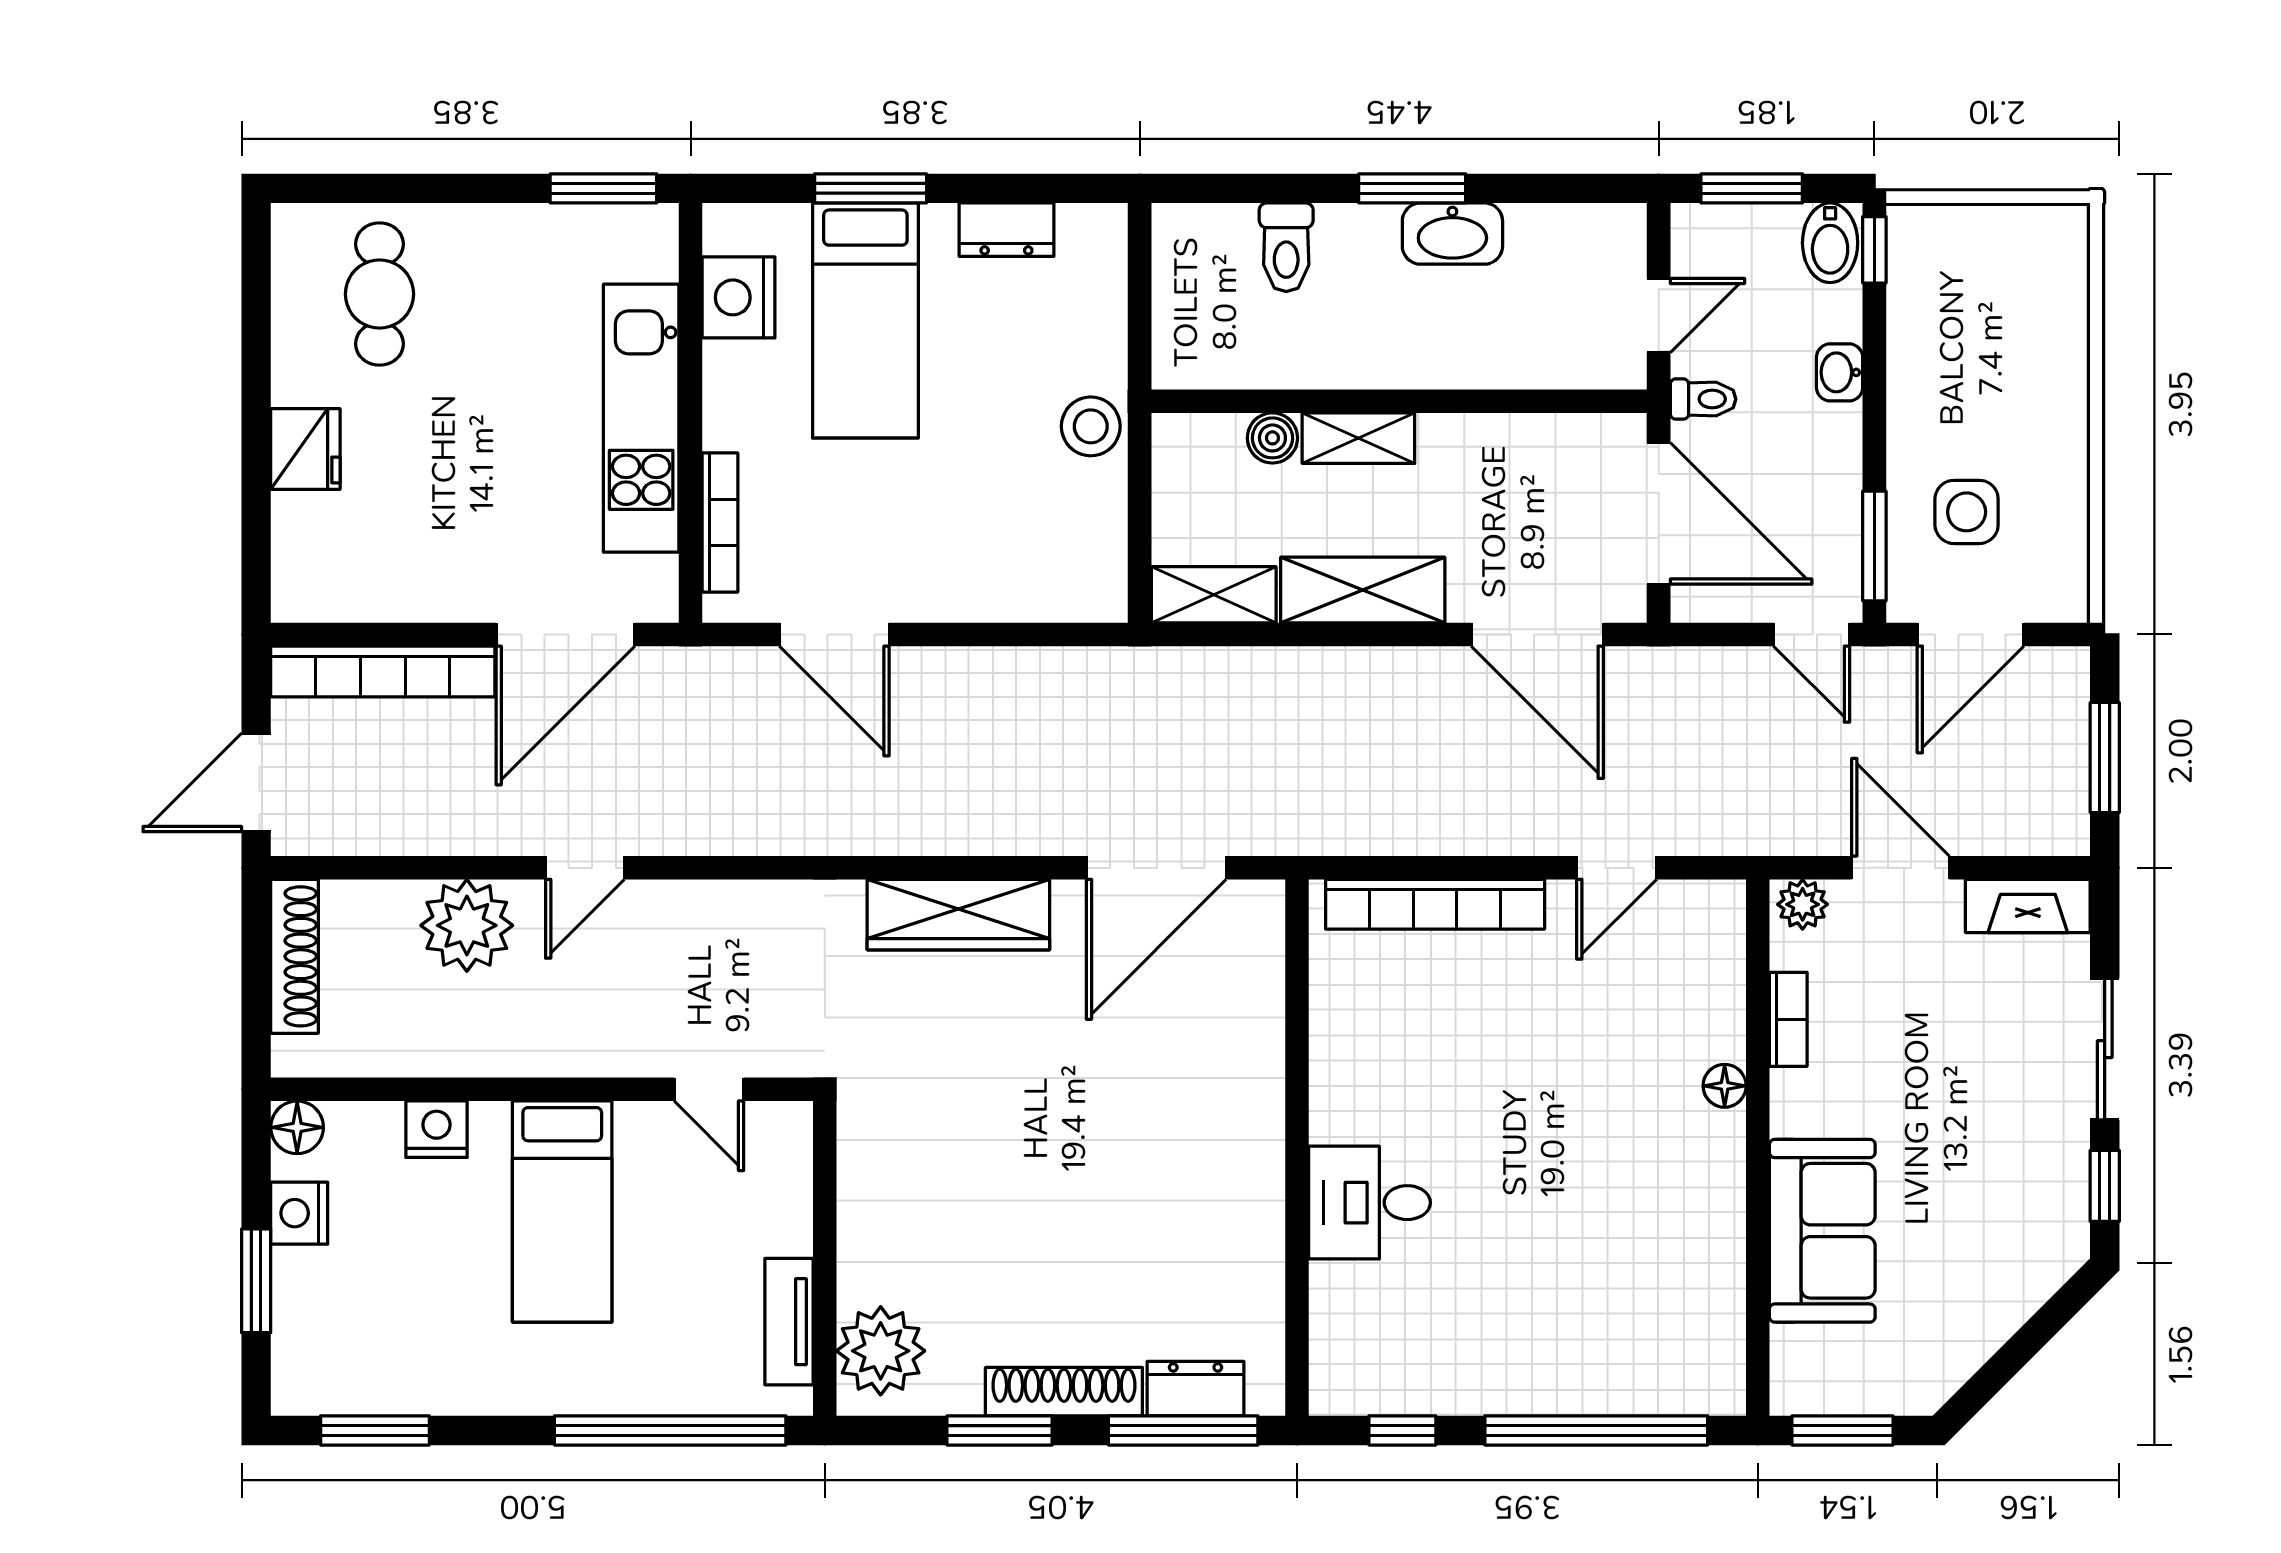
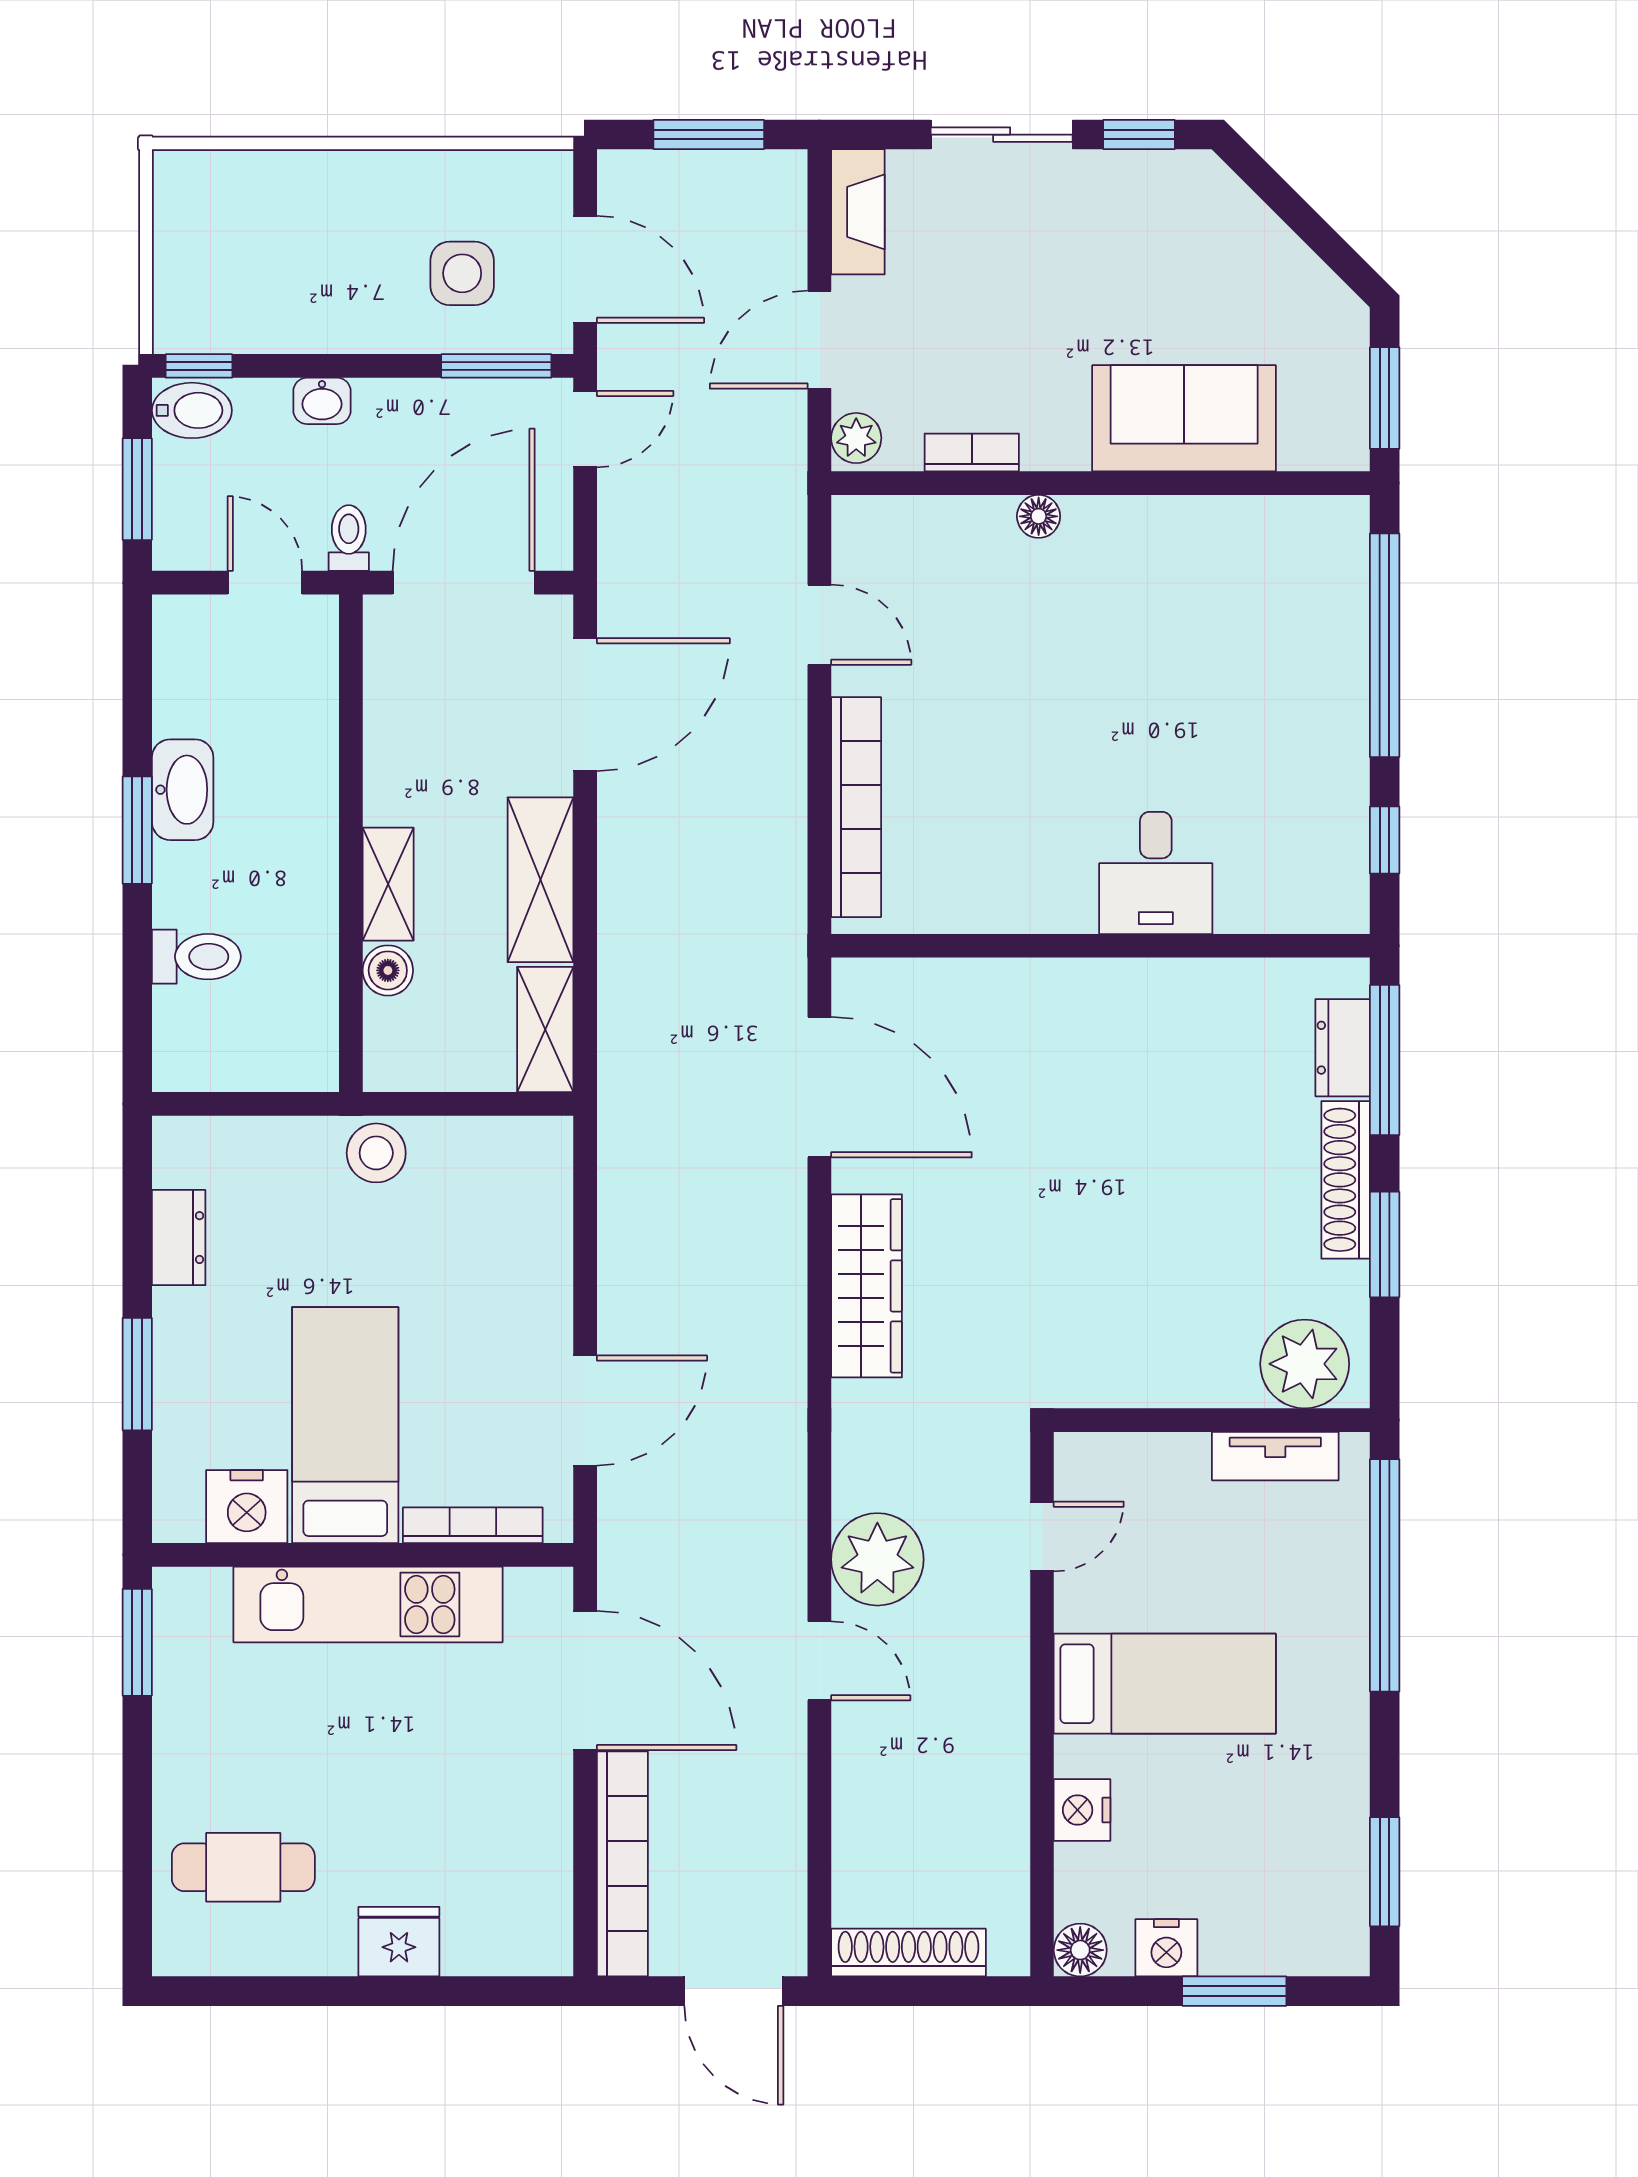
bed: (865, 320) -> (345, 1425), moved, turned -90
plant: (467, 925) -> (877, 1559), moved

